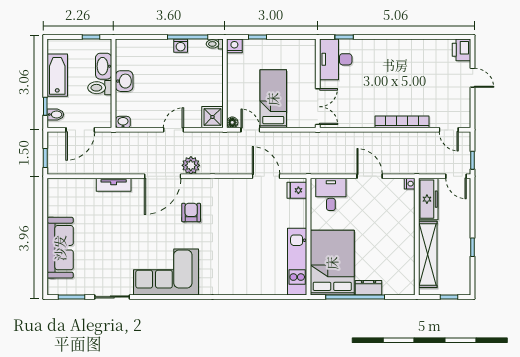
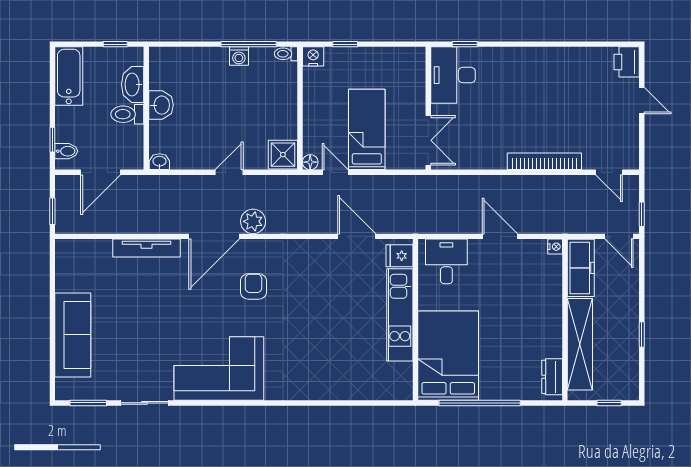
bathtub: (57, 75) -> (69, 76), moved
tv unit: (114, 185) -> (146, 248), width x1.41
kitchen unit: (297, 262) -> (400, 315), moved
dresser: (369, 288) -> (552, 377), moved, turned -90

